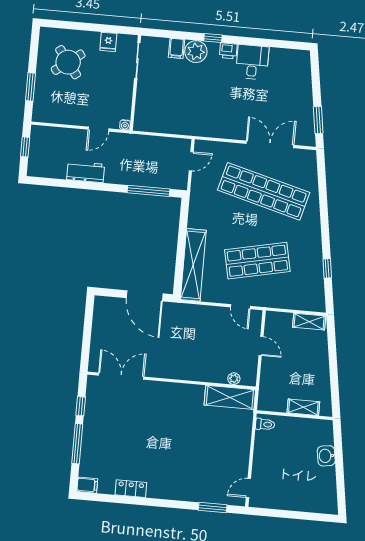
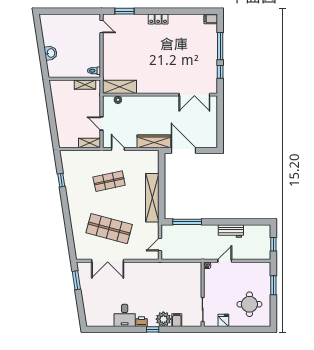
round table: (68, 62) -> (249, 304), turned 37
shop shelf: (264, 191) -> (109, 229), width x0.71
shop shelf: (257, 261) -> (109, 181), width x0.70, depth x0.74
shelving: (193, 265) -> (152, 198), moved
wardrobe: (187, 313) -> (154, 141), added
shelving: (309, 322) -> (90, 143), moved
shelving: (303, 407) -> (85, 85), moved
door: (248, 488) -> (101, 26), hinge flipped
locker: (131, 489) -> (158, 19), moved

